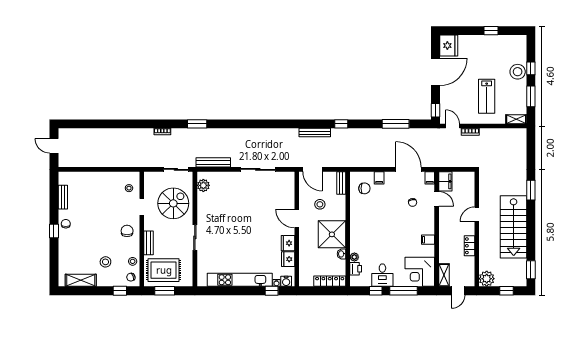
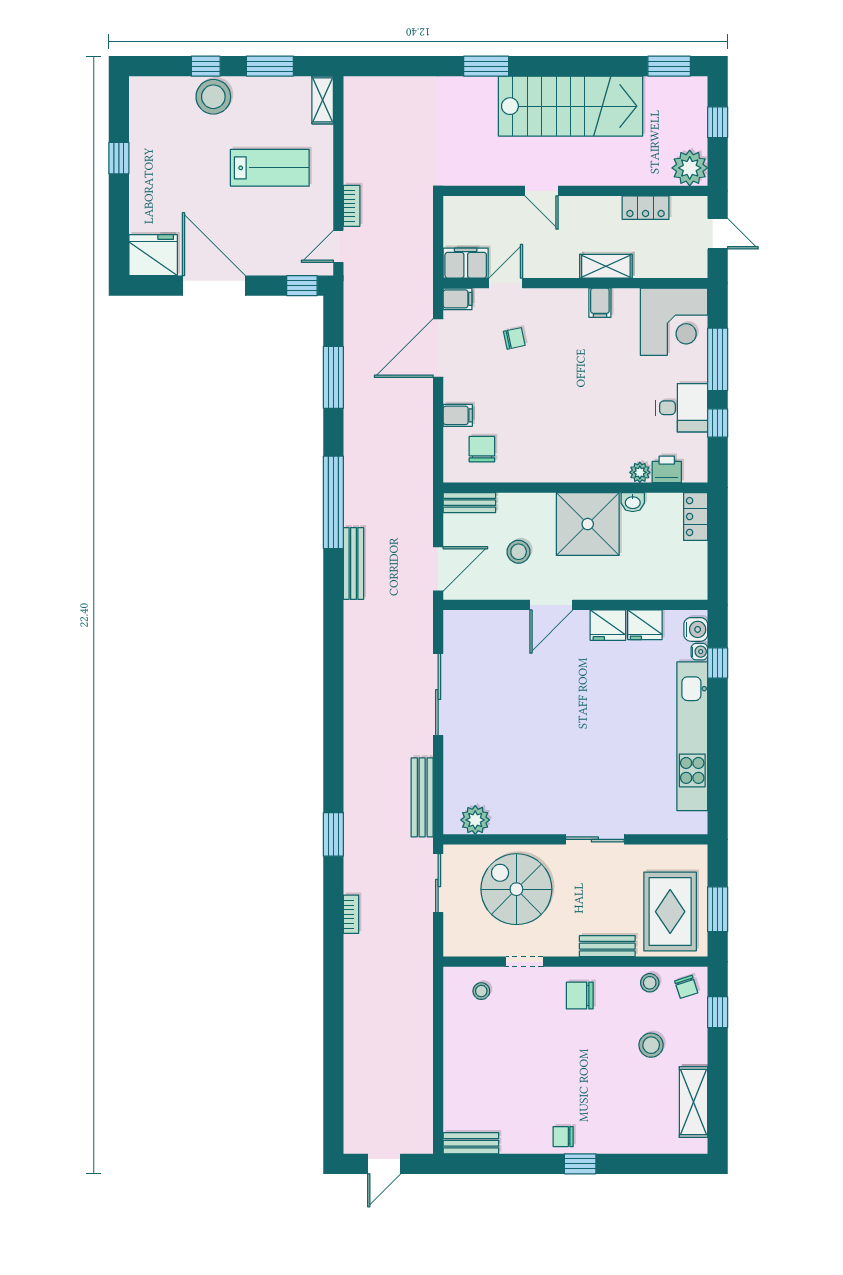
window: (341, 124) -> (333, 502), width x3.17
bench: (63, 197) -> (471, 1143), moved
locker: (469, 246) -> (646, 208), moved
shelving: (444, 275) -> (606, 266), moved
locker: (330, 281) -> (696, 517), width x0.66

